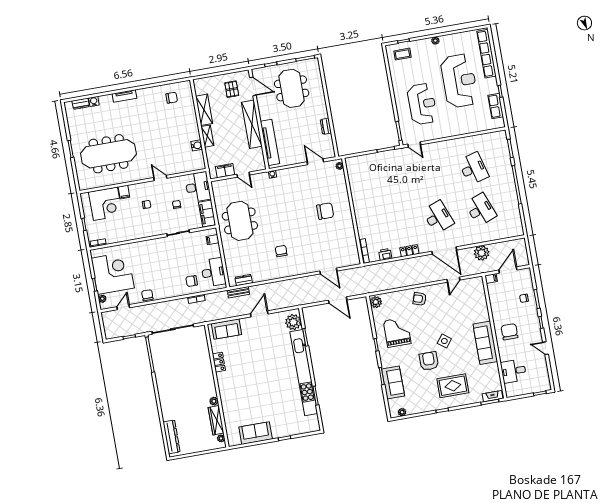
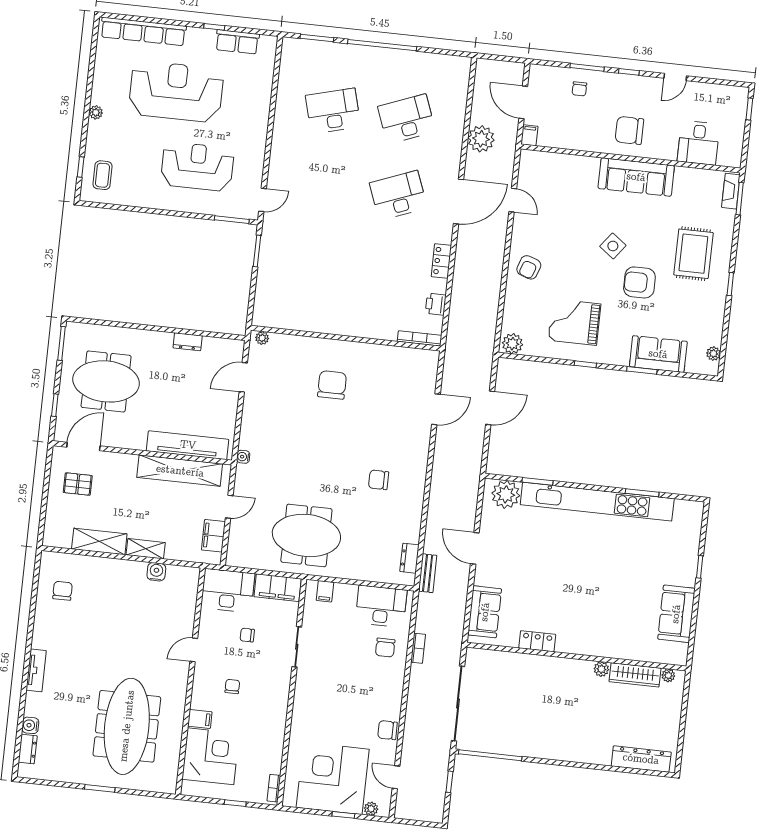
shelving: (252, 124) -> (180, 471), moved

